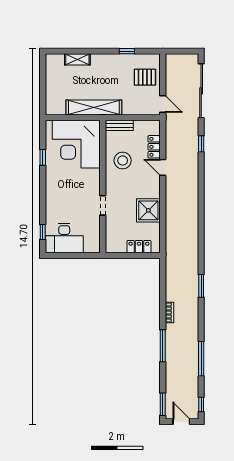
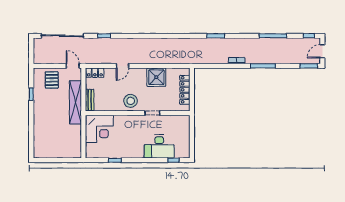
shelving: (77, 59) -> (38, 133), removed
door: (163, 104) -> (73, 66), hinge flipped
shelving: (94, 107) -> (75, 102), moved
corner desk: (76, 144) -> (99, 129), width x0.74, depth x0.74
locker: (154, 147) -> (95, 73), moved
stool: (123, 160) -> (131, 101), moved
desk: (64, 238) -> (159, 147), moved, turned 90
locker: (139, 247) -> (185, 90), width x1.53

